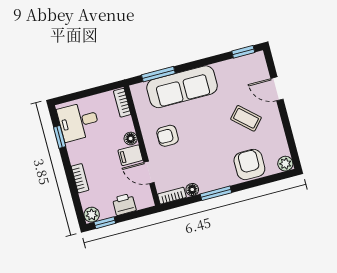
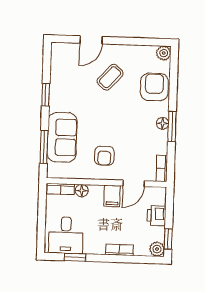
window: (243, 52) -> (46, 95), moved
sofa: (182, 87) -> (62, 137), width x0.73
floor lamp: (131, 139) -> (82, 191), moved
armchair: (249, 164) -> (154, 87), turned 90
floor lamp: (192, 190) -> (163, 123), moved

